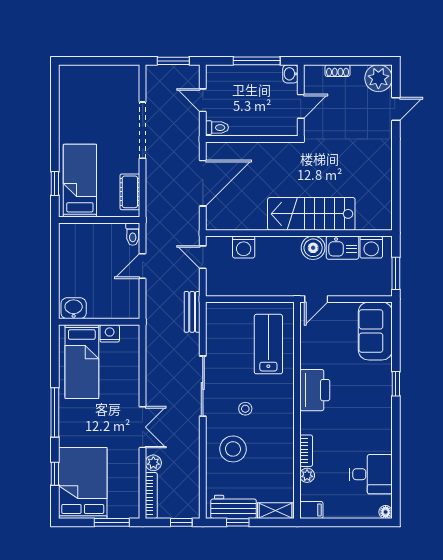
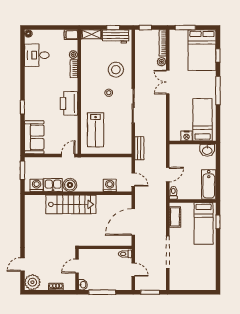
bathtub: (71, 249) -> (209, 184), added

